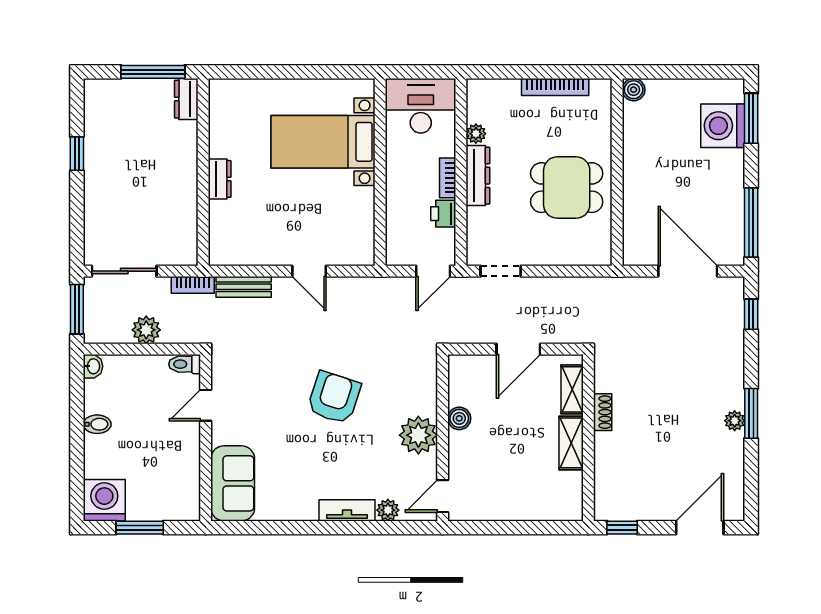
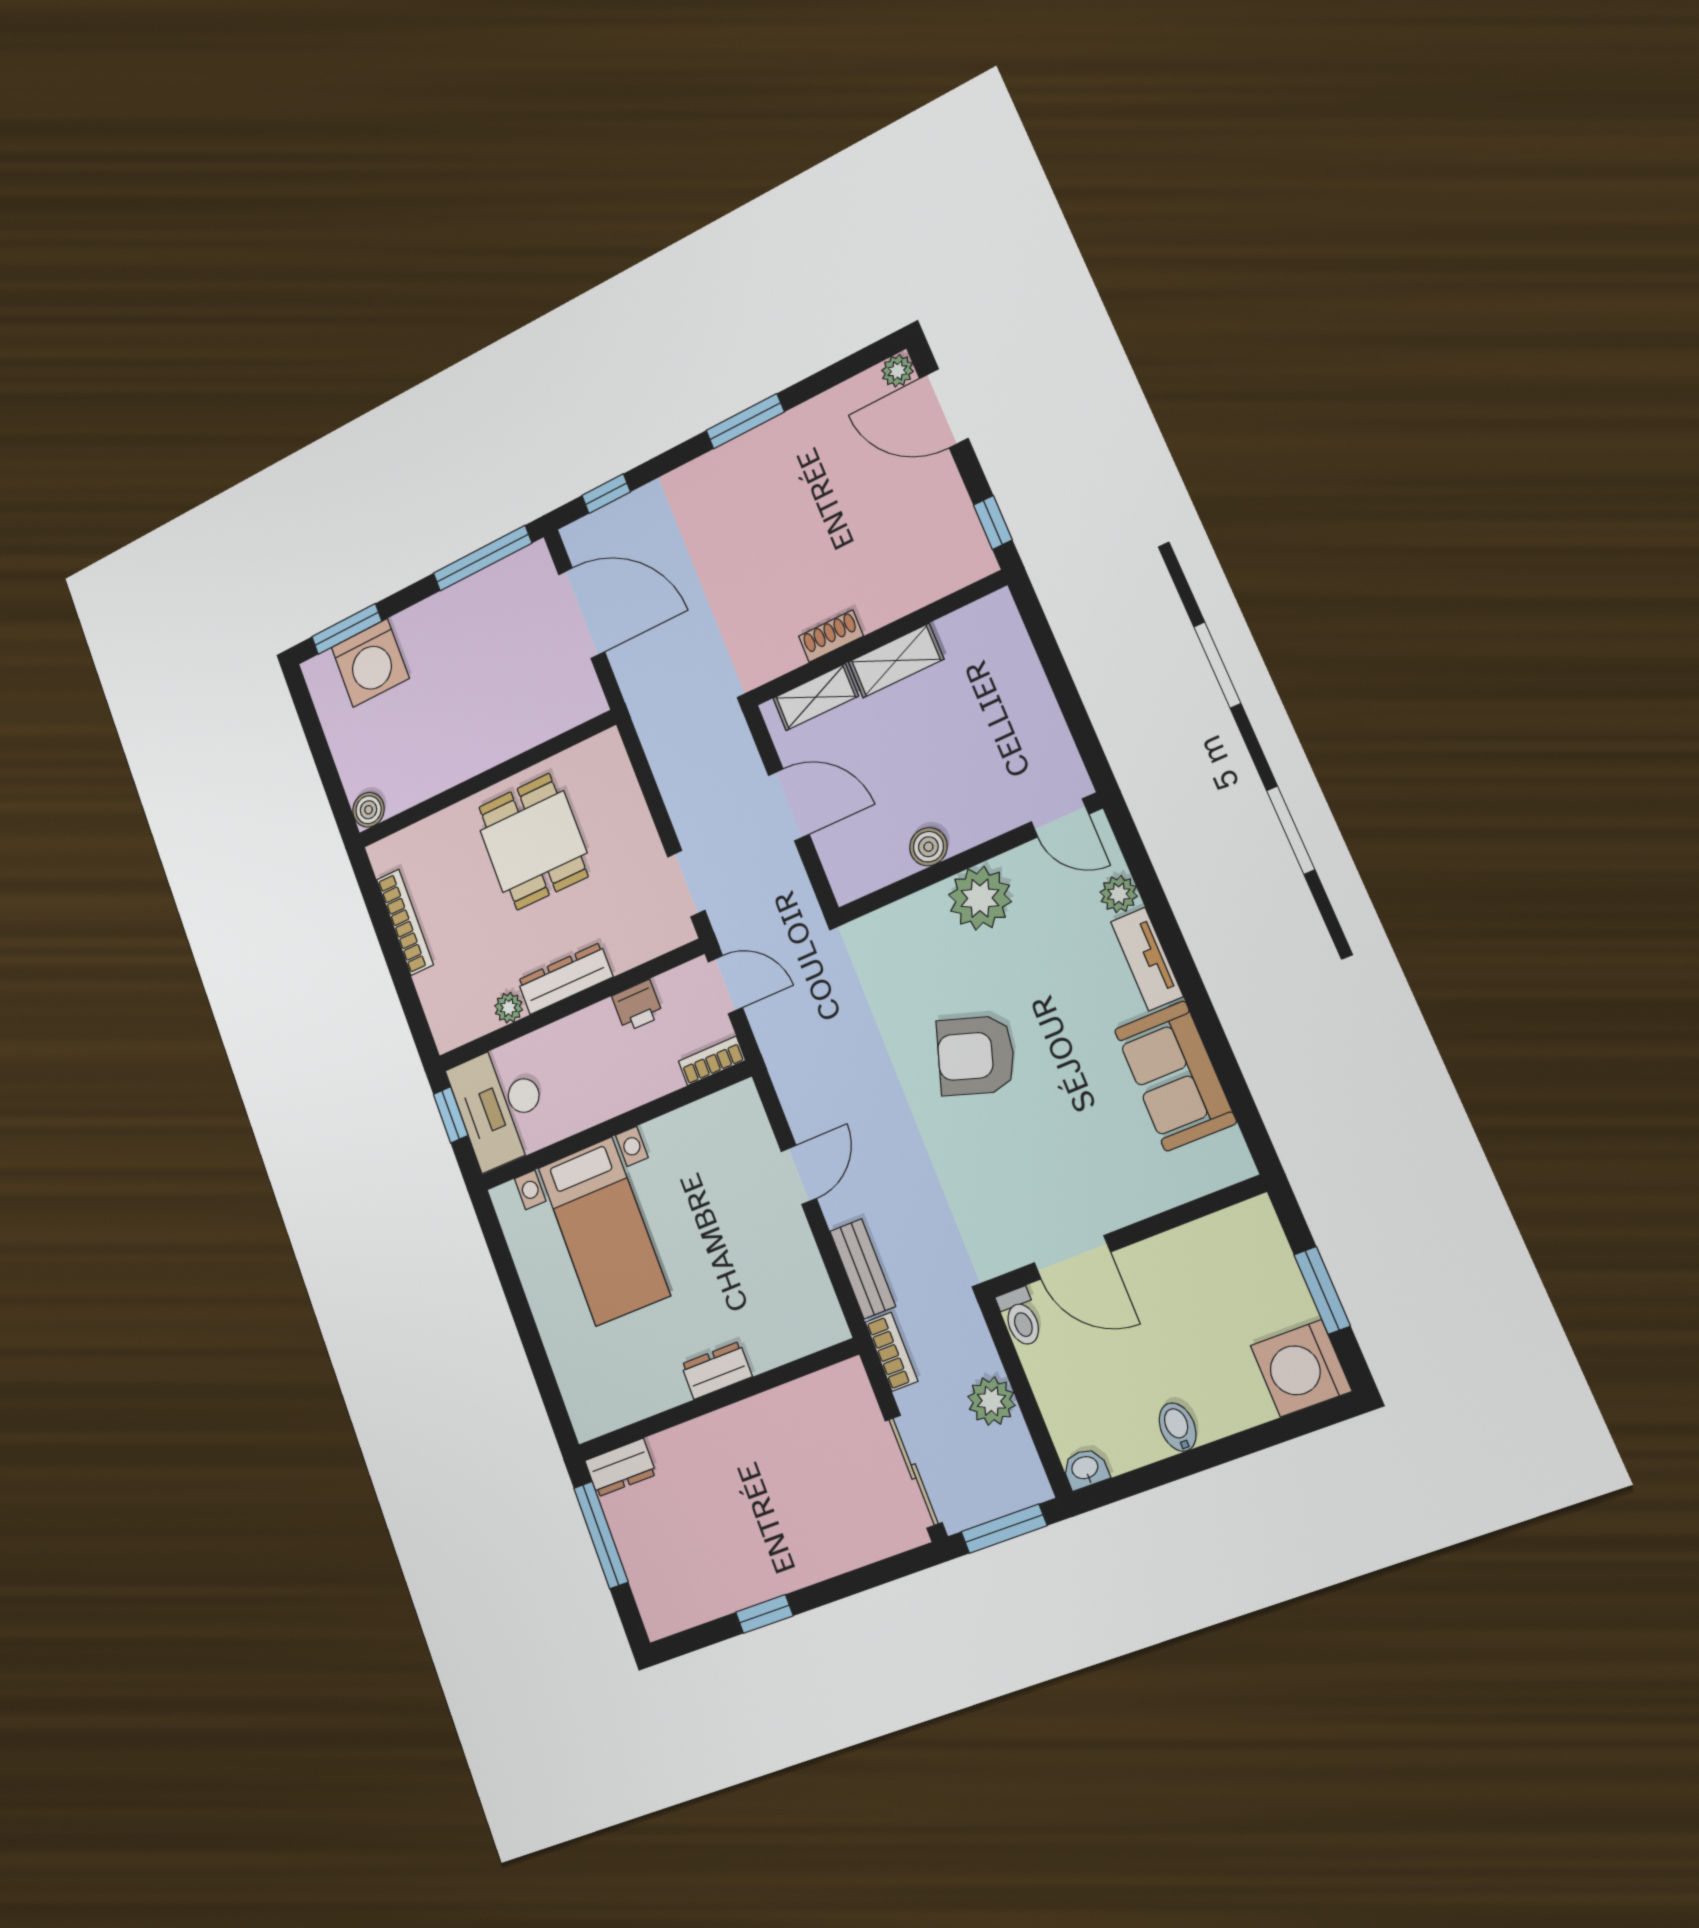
window: (428, 72) -> (451, 1115), added
bookcase: (448, 178) -> (712, 1061), moved, turned 180
door: (688, 271) -> (582, 613), swing flipped
door: (206, 405) -> (1072, 1257), width x1.38
plant: (735, 421) -> (898, 371), moved
sofa: (233, 483) -> (1175, 1076), moved, turned -90

